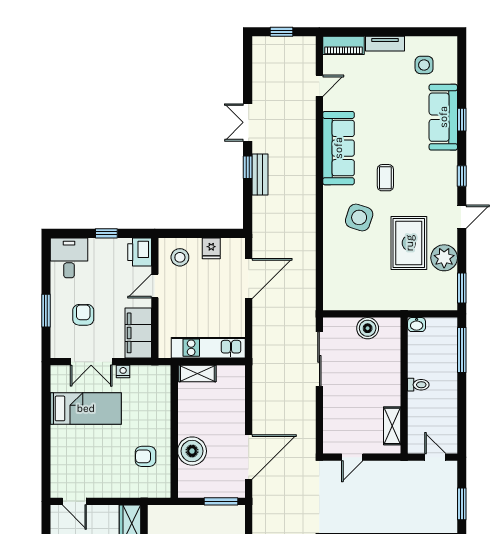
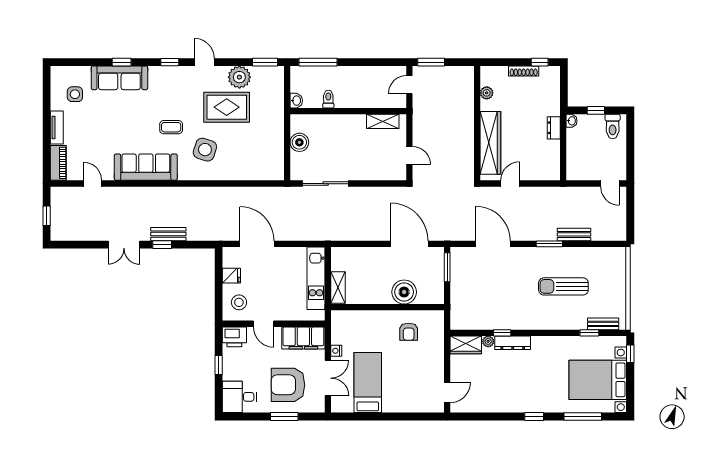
armchair: (83, 315) -> (288, 385), width x1.88, depth x1.88
toilet: (418, 385) -> (328, 99), moved
window: (462, 504) -> (431, 62), moved

